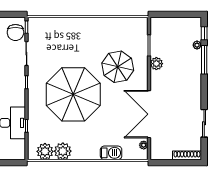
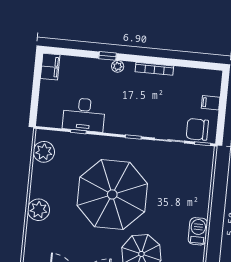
plant: (63, 151) -> (39, 210), moved
barbecue: (111, 153) -> (198, 231), moved, turned 180

